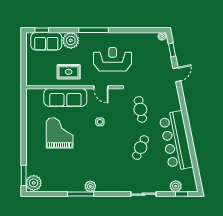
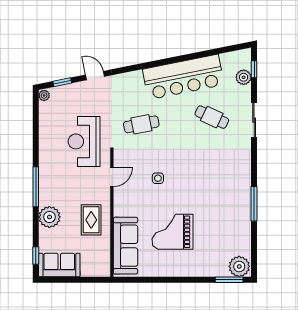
sofa: (46, 41) -> (59, 265), moved, turned -90
reception desk: (113, 59) -> (84, 141), moved
sofa: (65, 97) -> (125, 246), moved
cafe table: (141, 148) -> (212, 117), moved
plant: (90, 186) -> (244, 191), removed

